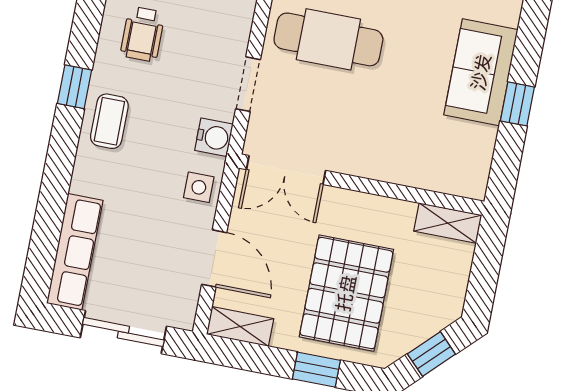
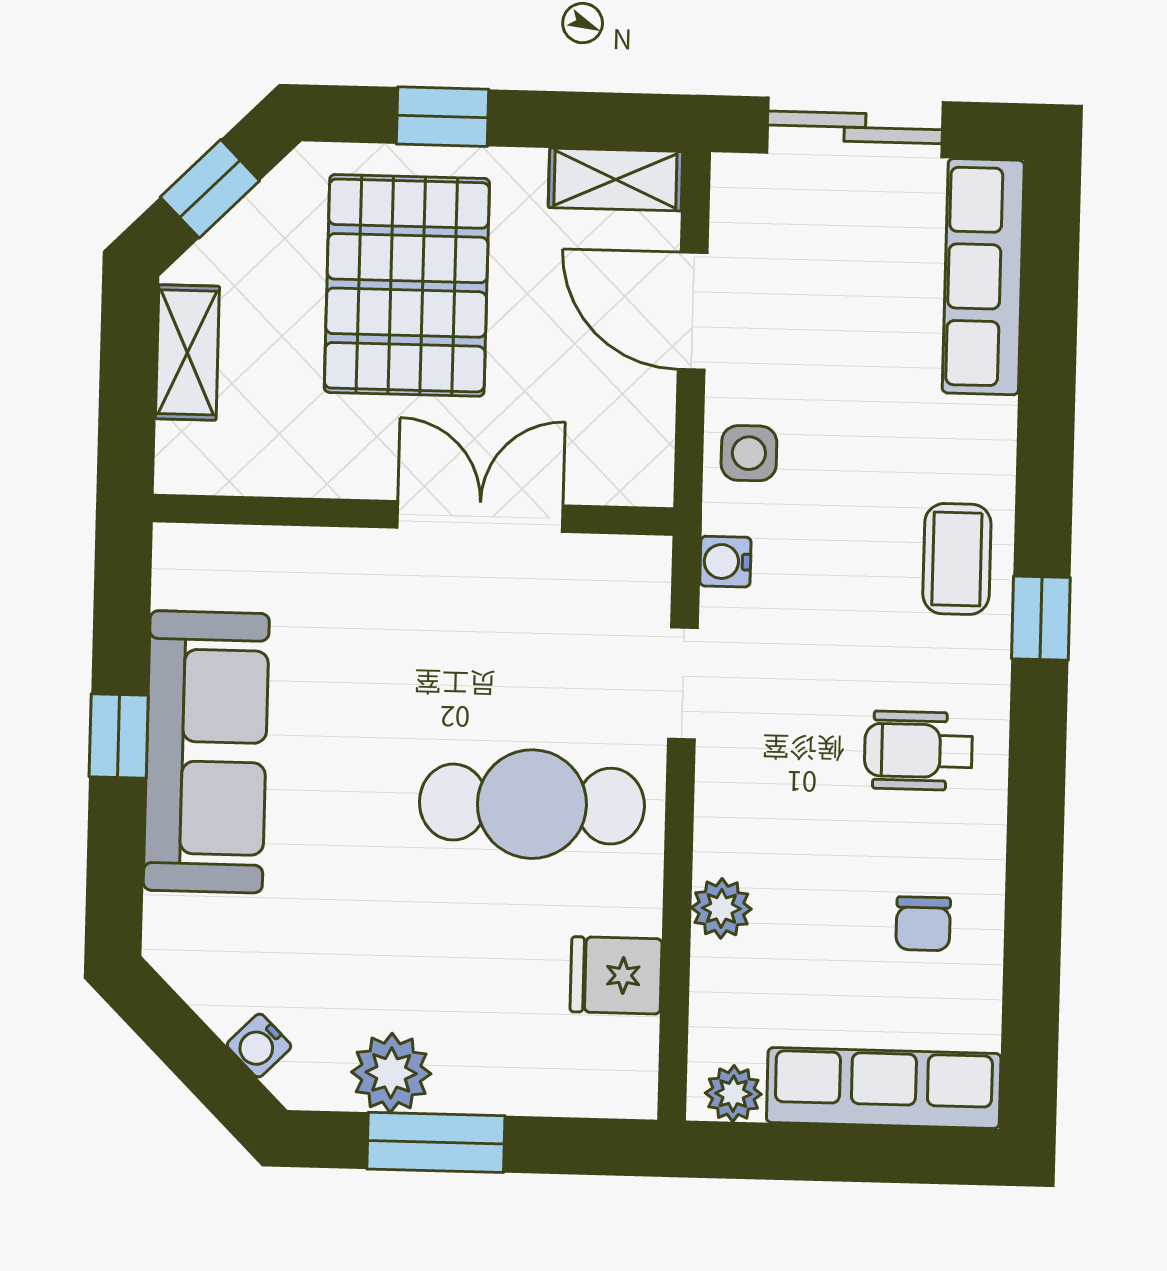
wheelchair: (143, 34) -> (918, 751), turned -90
sofa: (481, 72) -> (206, 752), width x1.36
water cooler: (214, 137) -> (725, 562), width x0.72, depth x0.72
double door: (286, 170) -> (480, 517), moved
shelving: (448, 223) -> (187, 352), moved, turned 90

